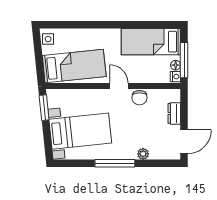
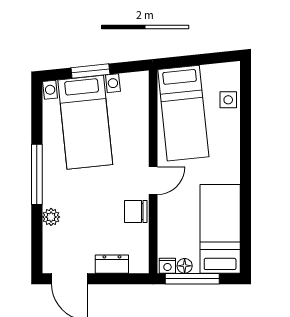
side table: (48, 39) -> (228, 100), moved
window: (44, 108) -> (90, 71), moved

